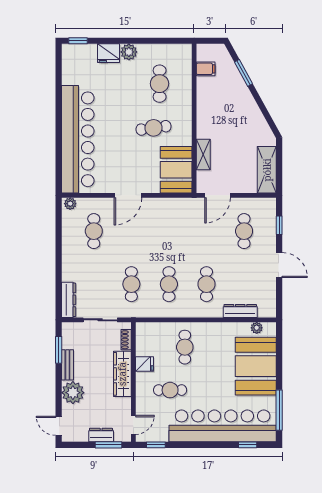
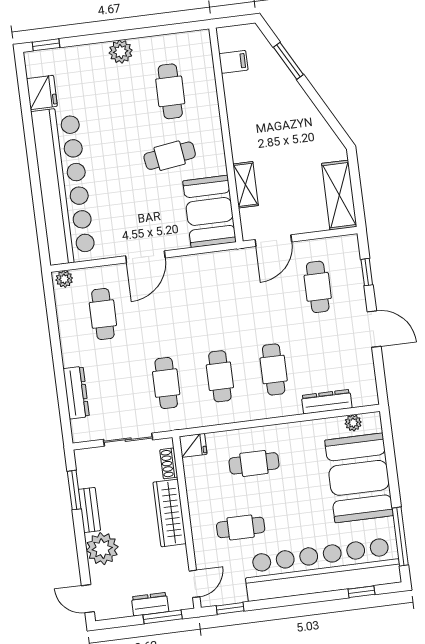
fridge: (108, 53) -> (42, 92), moved, turned -90
dresser: (69, 300) -> (76, 393), moved
cafe table: (185, 347) -> (254, 463), turned 90
fridge: (144, 364) -> (193, 445), moved

